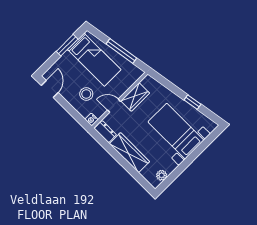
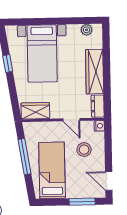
window: (67, 45) -> (82, 202), moved
door: (50, 89) -> (109, 181), hinge flipped
wardrobe: (135, 97) -> (35, 111), moved

